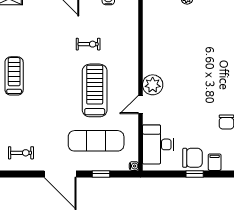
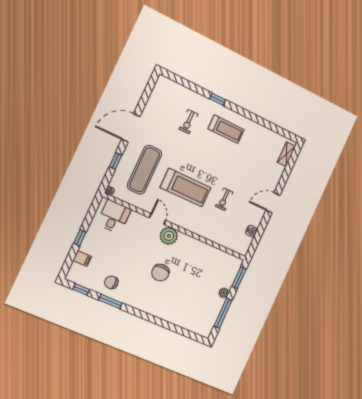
desk: (158, 144) -> (114, 217), width x0.73
exercise bike: (21, 153) -> (188, 122), moved
chair: (192, 158) -> (160, 273), moved

